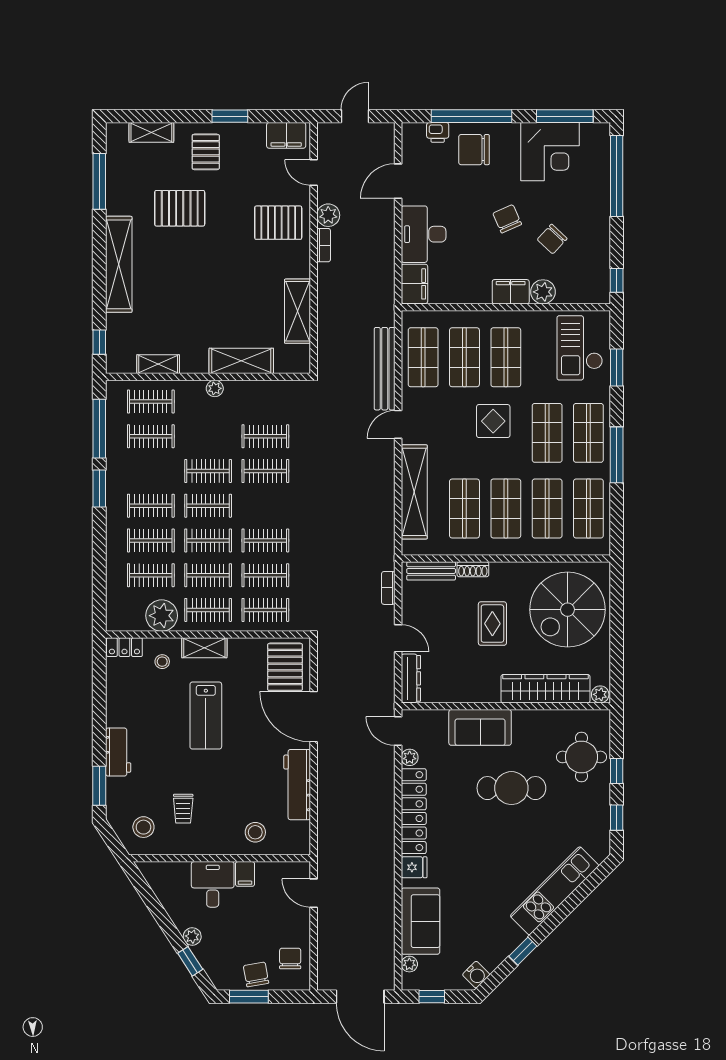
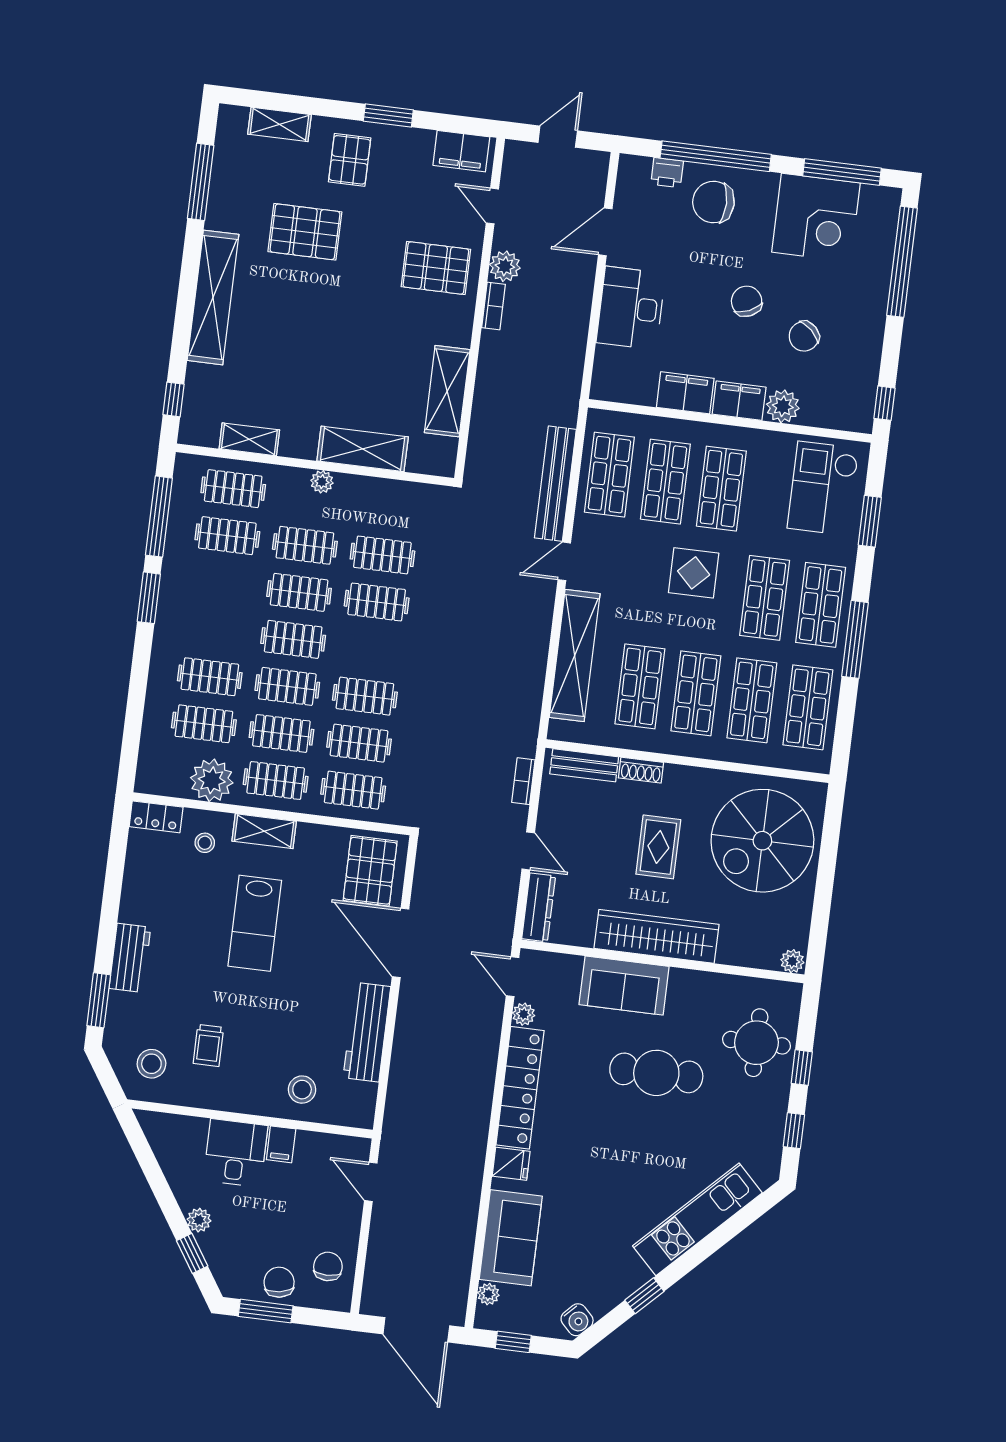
filing cabinet: (414, 284) -> (685, 393), moved, turned -90
clothes rail: (151, 506) -> (305, 545), moved
wardrobe: (545, 689) -> (657, 936), moved

